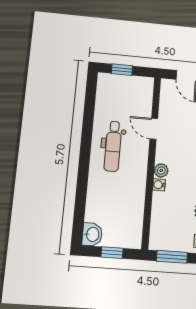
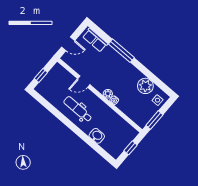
dental chair: (113, 146) -> (78, 109), turned 180
washbasin: (92, 234) -> (97, 136), moved

